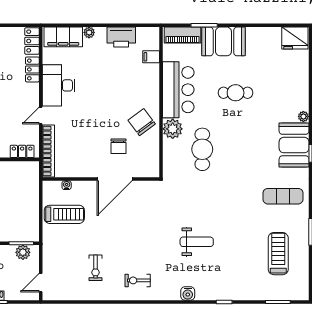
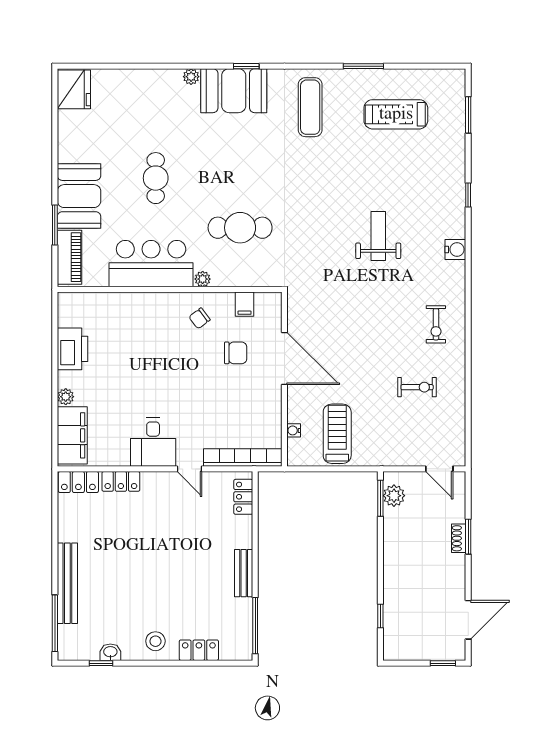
filing cabinet: (151, 57) -> (245, 304), moved
desk: (59, 85) -> (153, 442), width x0.73
chair: (142, 122) -> (199, 318), width x0.54, depth x0.54
plant: (173, 129) -> (203, 279), width x0.53, depth x0.53

